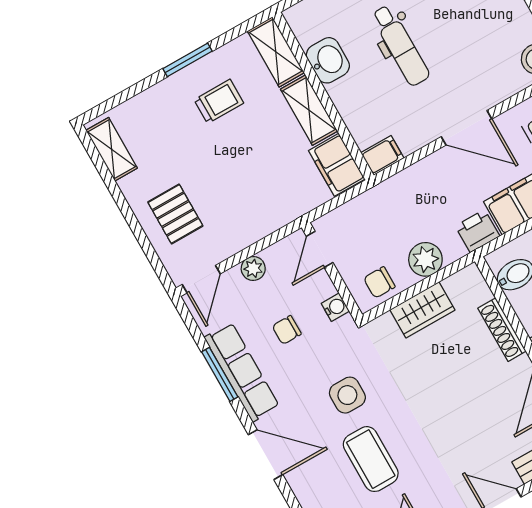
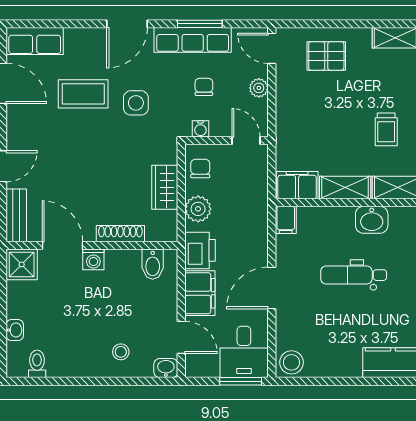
printer: (477, 231) -> (200, 250), width x1.36, depth x1.24

